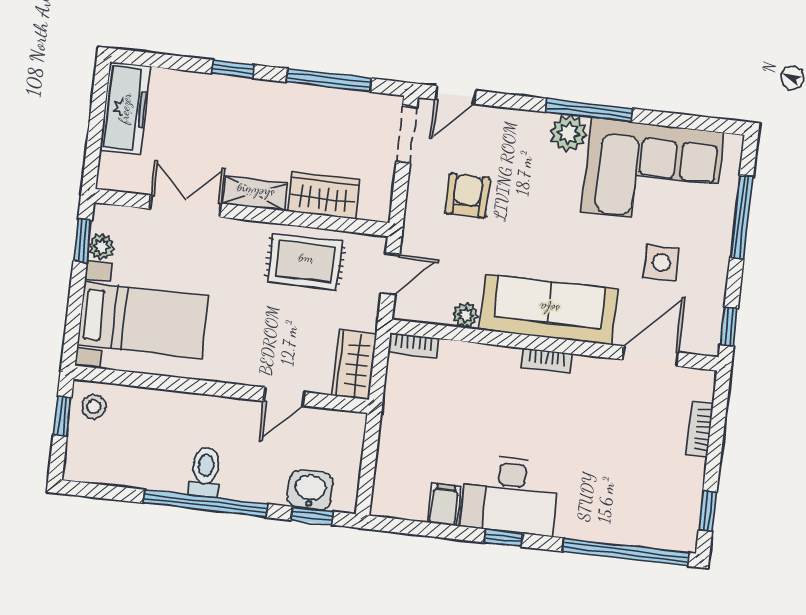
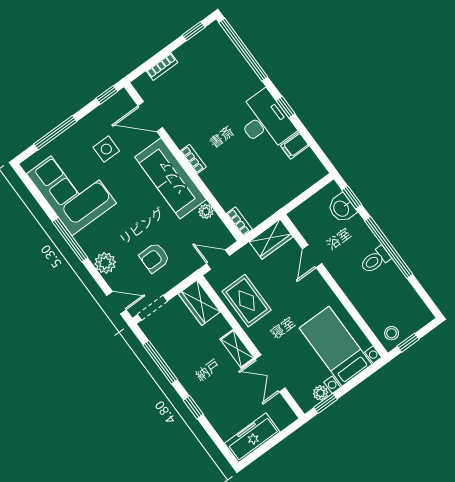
plant: (569, 133) -> (105, 263), moved
wardrobe: (324, 195) -> (199, 303), moved
door: (284, 397) -> (312, 256), swing flipped

